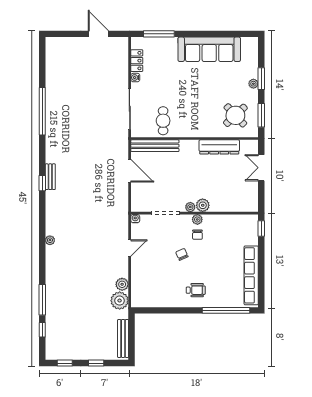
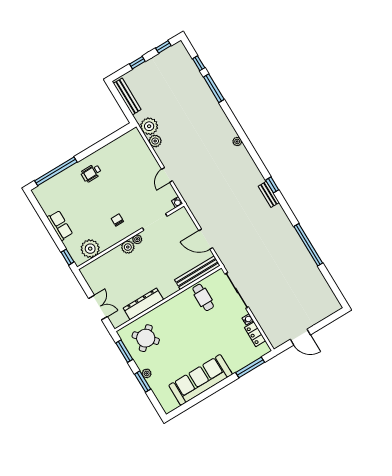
plant: (197, 219) -> (90, 249), moved, width x1.87, depth x1.87
chair: (182, 254) -> (120, 196), removed
row of seats: (251, 275) -> (60, 225), width x0.50

